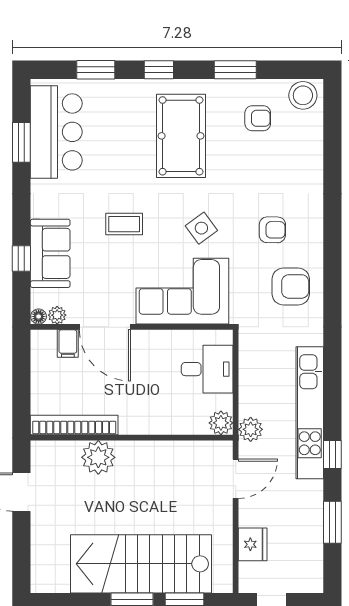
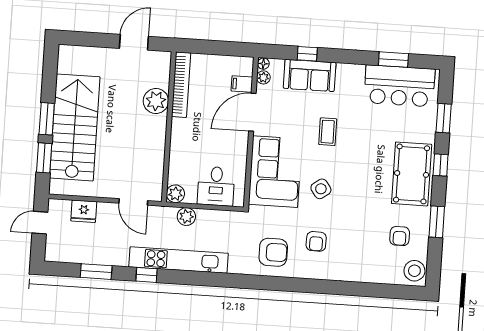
pool table: (181, 136) -> (412, 174), moved, turned 90
armchair: (291, 286) -> (273, 252), turned -90
plant: (251, 429) -> (186, 217), moved

